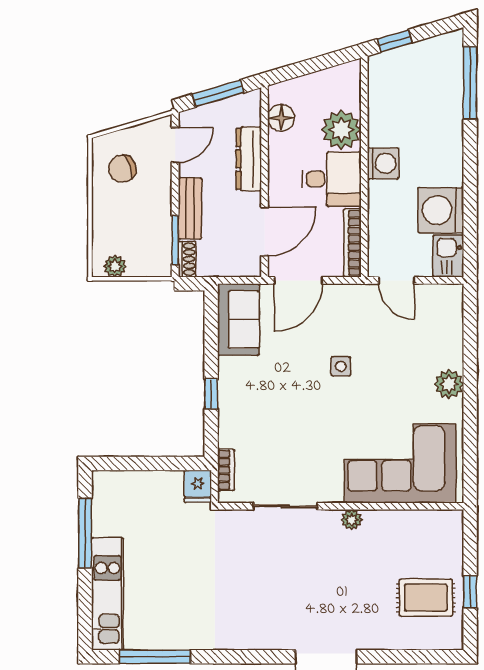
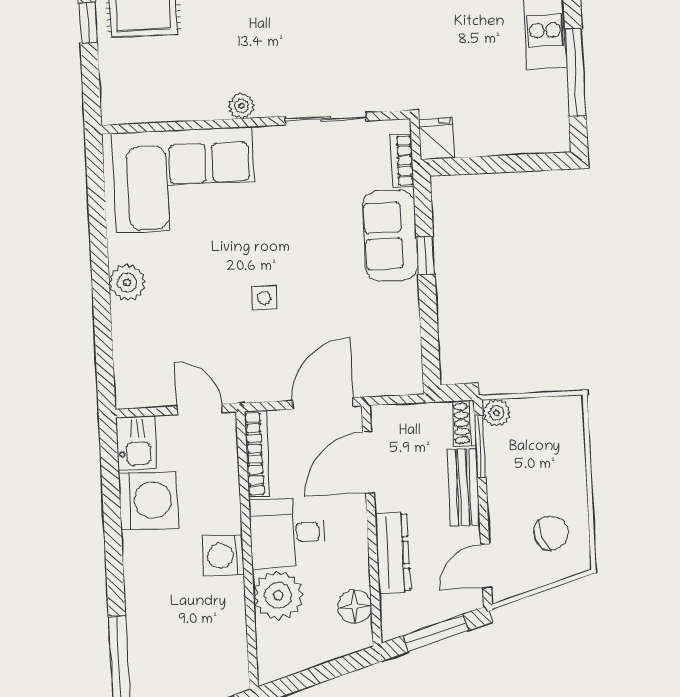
plant: (115, 266) -> (496, 413), moved
sofa: (238, 320) -> (390, 236), moved

